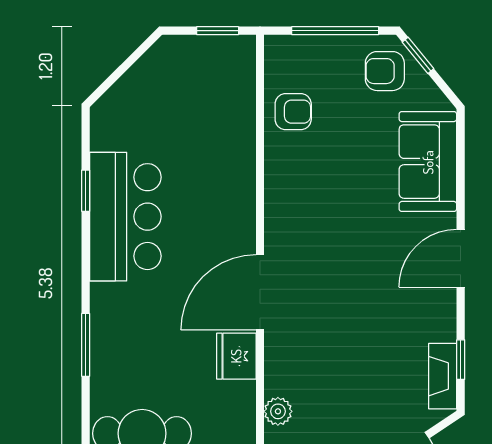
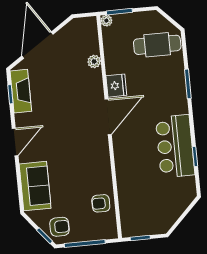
fireplace: (443, 376) -> (21, 91), width x1.37, depth x1.32

